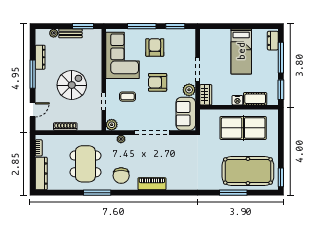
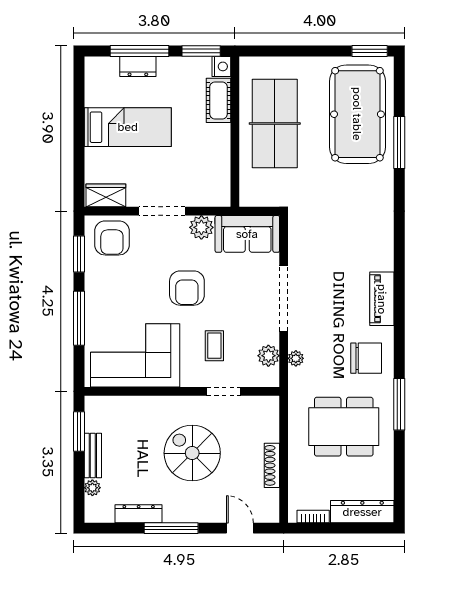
dresser: (273, 41) -> (138, 66), moved
armchair: (155, 47) -> (112, 238), moved, turned -90
wardrobe: (206, 95) -> (106, 195), moved
nightstand: (237, 100) -> (221, 66), moved
plant: (112, 125) -> (268, 356), moved

